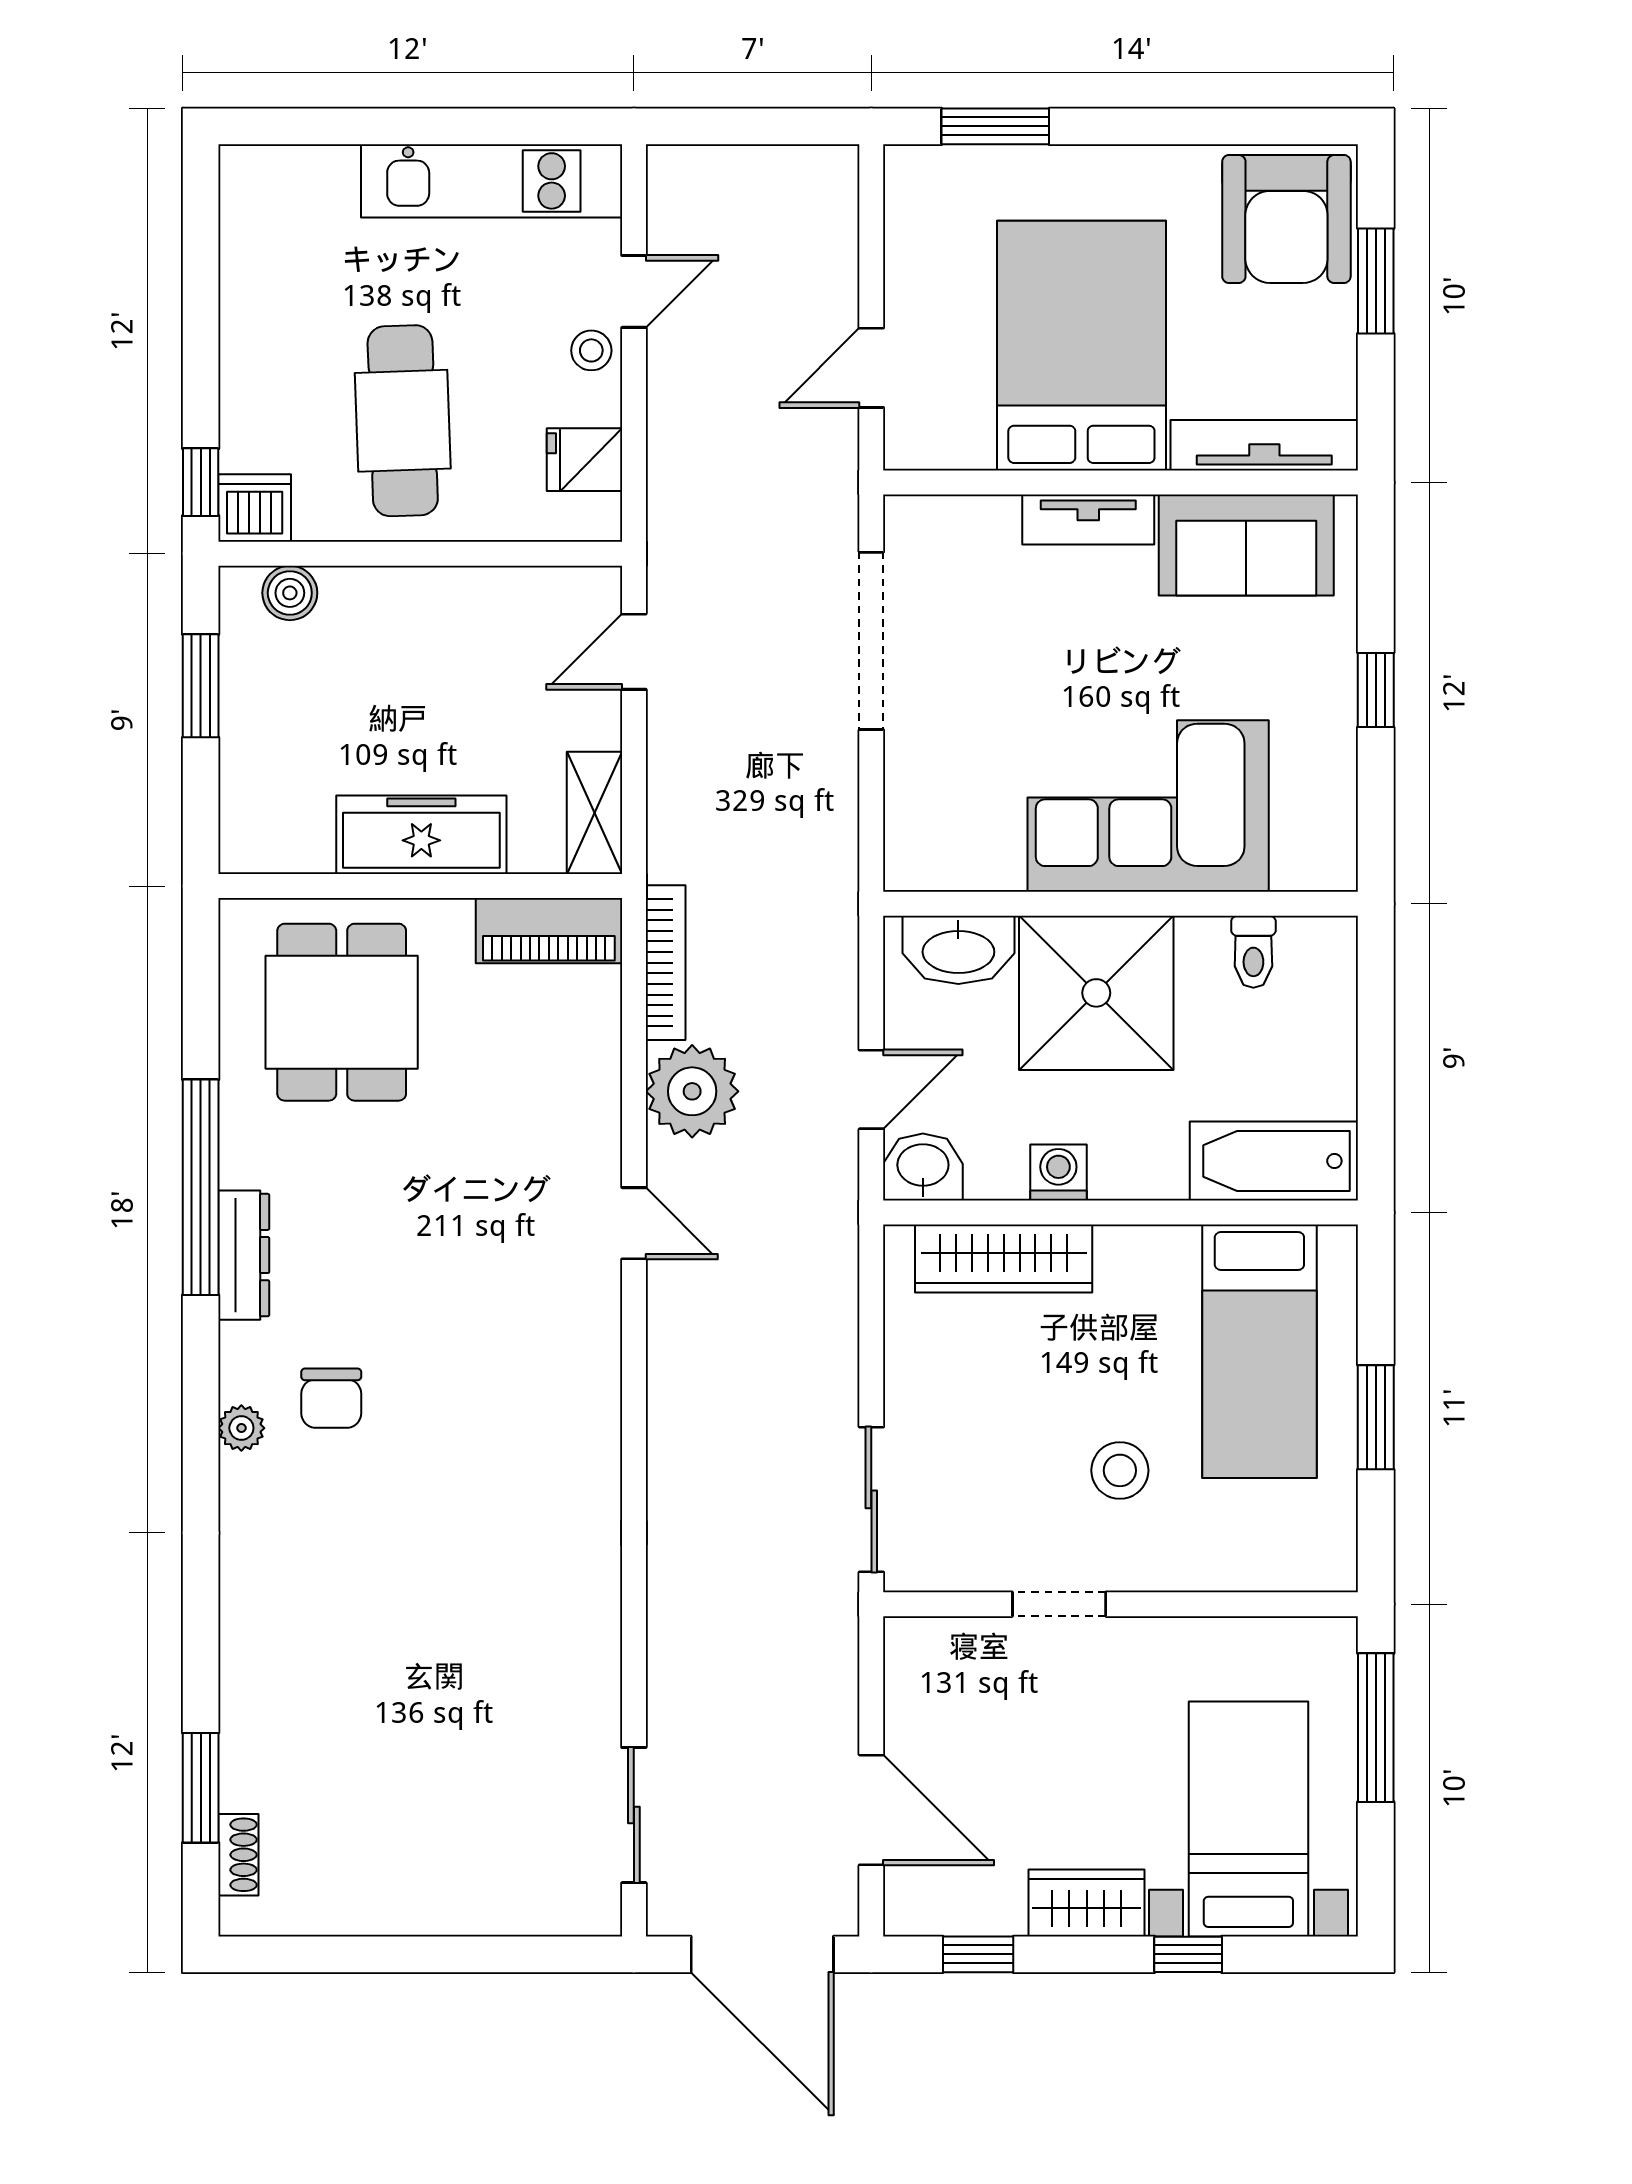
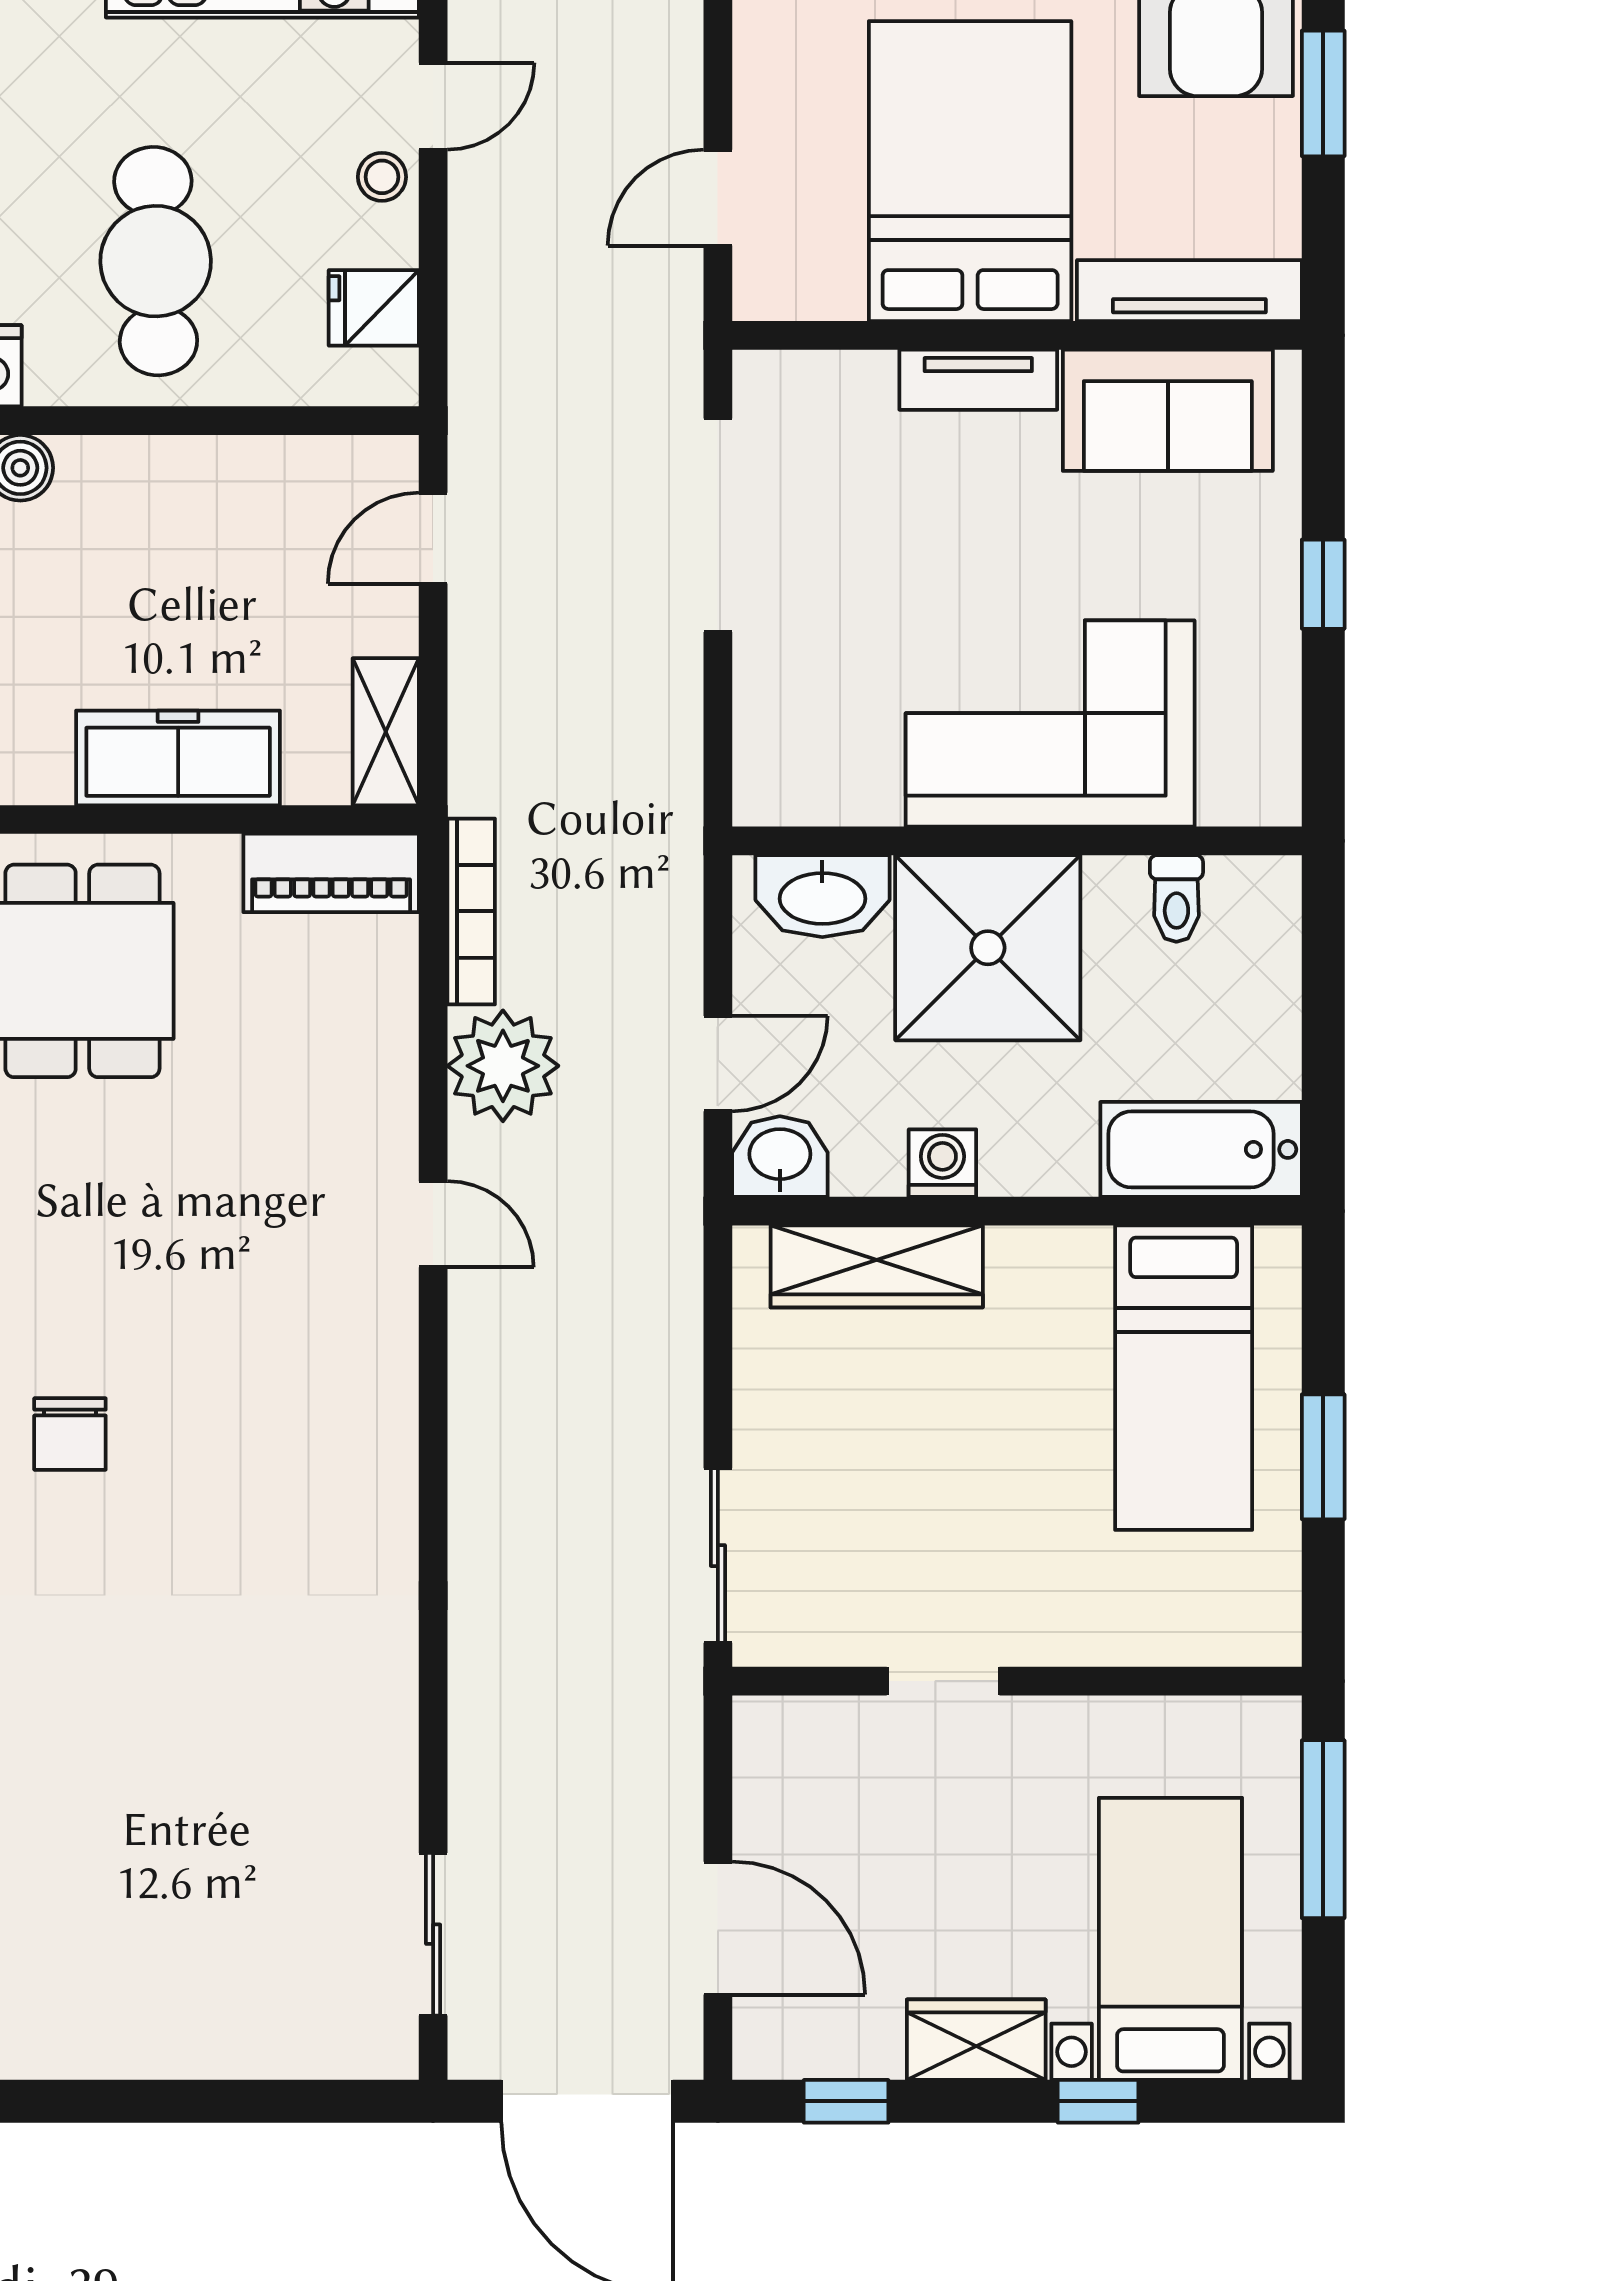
stool: (1120, 1470) -> (1016, 1521), removed

